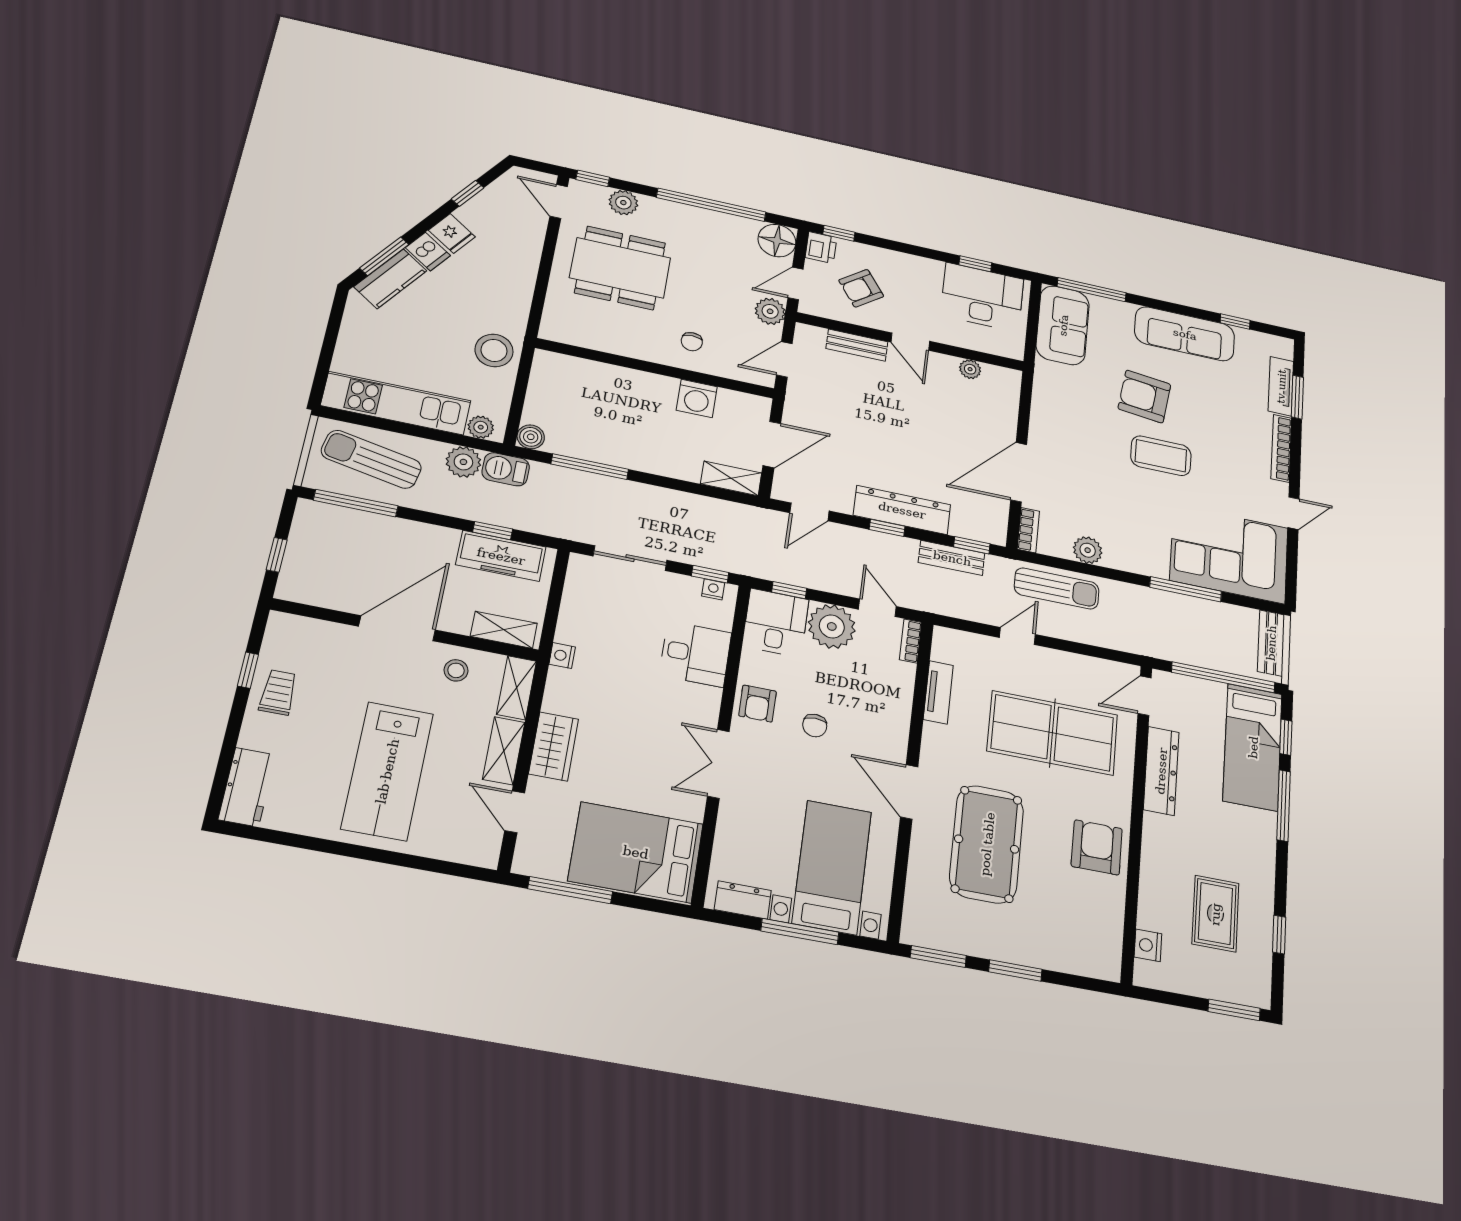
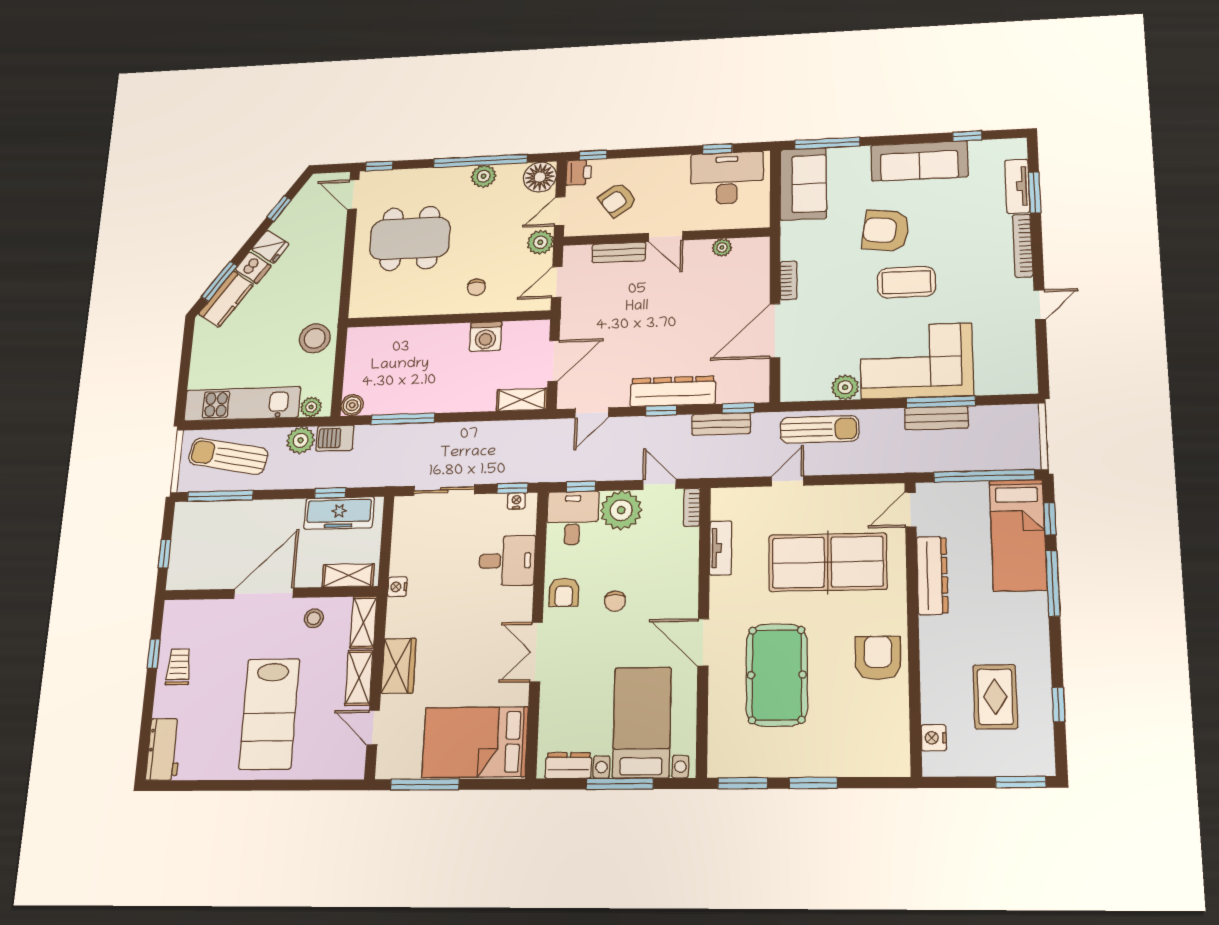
plant: (623, 203) -> (484, 176), moved
bookcase: (1028, 530) -> (789, 280), moved
corner sofa: (1229, 554) -> (916, 361), moved
bench: (1271, 643) -> (936, 418), moved, turned 90

